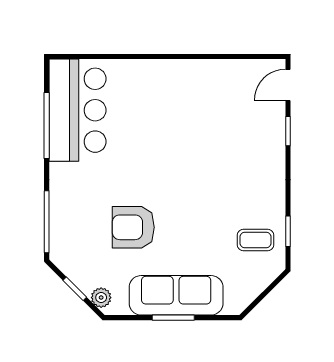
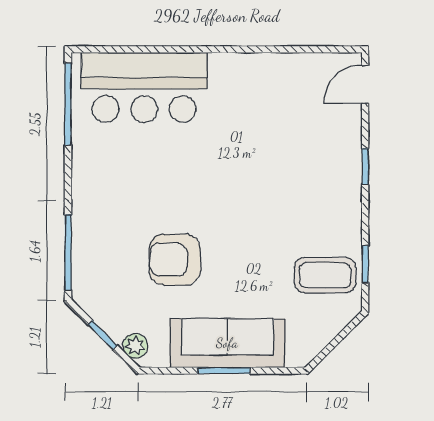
bar counter: (77, 110) -> (144, 87), moved, turned 90
window: (47, 125) -> (68, 104), moved
window: (288, 131) -> (365, 166), moved
coffee table: (255, 240) -> (325, 275), width x1.36, depth x1.30

